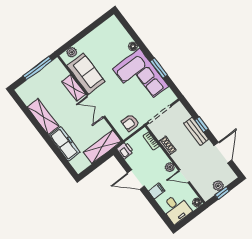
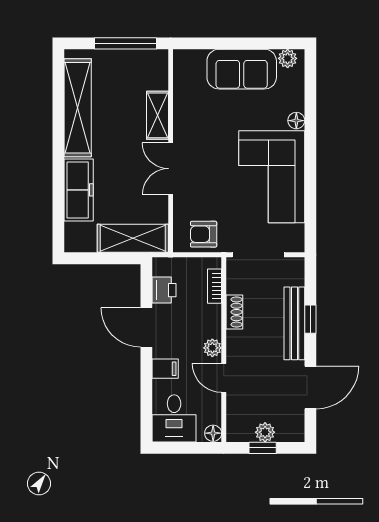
plant: (72, 52) -> (288, 58), moved
window: (159, 68) -> (310, 184), removed
sofa: (86, 74) -> (242, 69), moved, turned 90
shelving: (43, 116) -> (78, 108), width x1.47
bench: (196, 131) -> (294, 323), width x1.36
printer: (125, 150) -> (164, 290), moved

